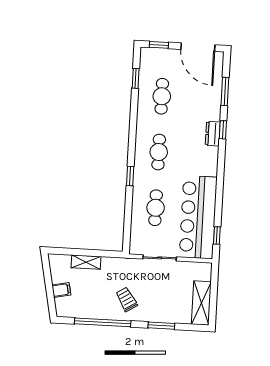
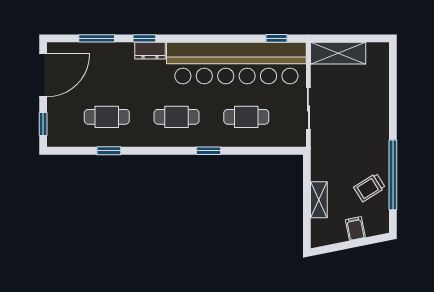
window: (136, 78) -> (109, 151), moved
bar counter: (198, 217) -> (236, 63), width x1.36
trolley: (127, 299) -> (369, 188), moved
shelving: (201, 303) -> (338, 53), moved
window: (161, 326) -> (393, 101), removed

